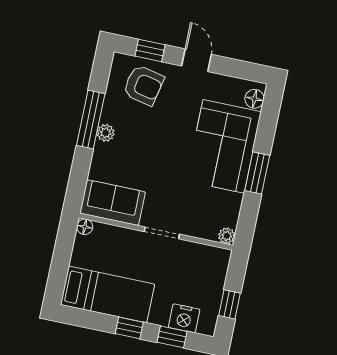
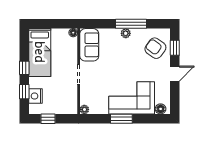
armchair: (143, 85) -> (155, 48), turned 114

